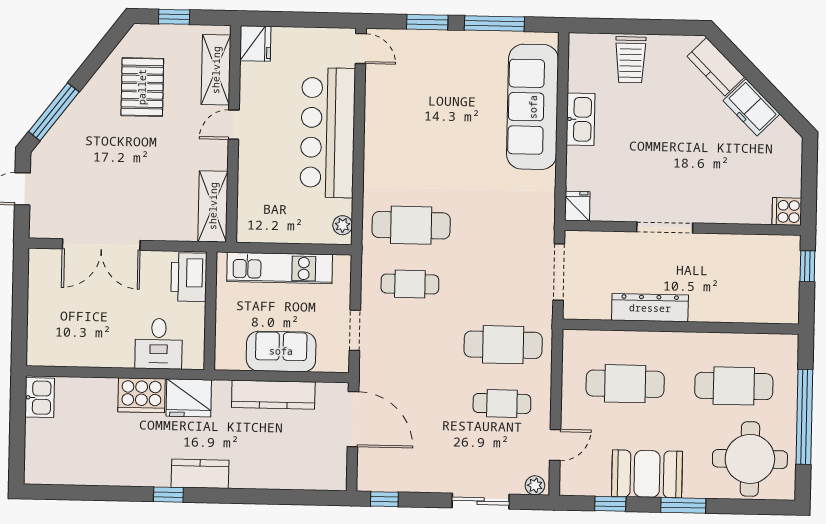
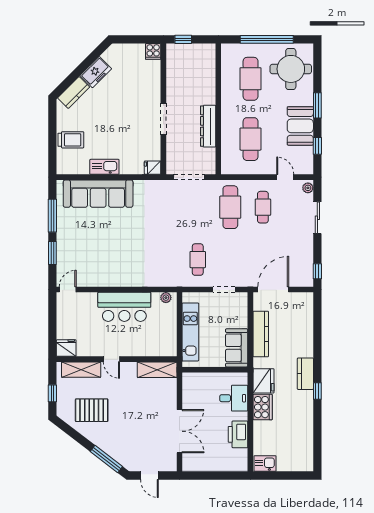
bar counter: (328, 133) -> (124, 307), width x0.73
cafe table: (411, 225) -> (165, 260), removed
printer: (189, 277) -> (238, 434), moved, turned 90
sofa: (281, 351) -> (237, 348), moved

